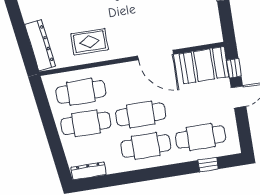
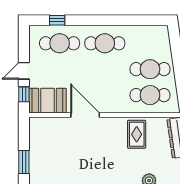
rug: (89, 42) -> (137, 134), turned 90
cafe table: (141, 114) -> (105, 69), removed
dresser: (89, 171) -> (154, 31), removed

